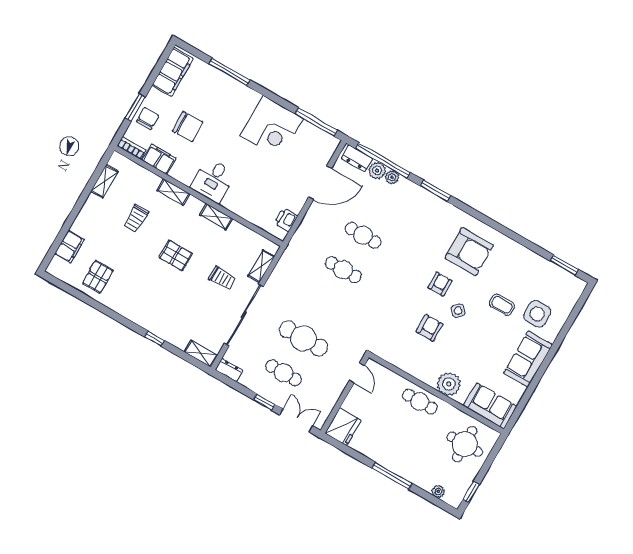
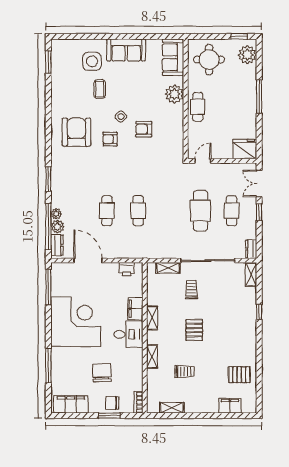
corner desk: (272, 127) -> (76, 322), width x1.36, depth x1.36
filing cabinet: (159, 159) -> (135, 309), moved
plant: (438, 491) -> (247, 55), width x1.88, depth x1.88

